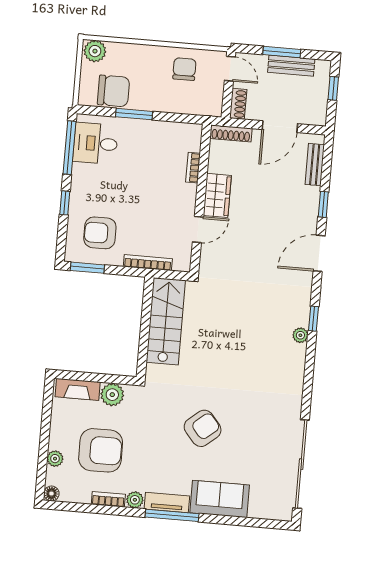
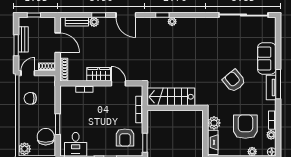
plant: (311, 195) -> (94, 22), added
armchair: (203, 428) -> (234, 81), moved
plant: (135, 500) -> (271, 135), moved

